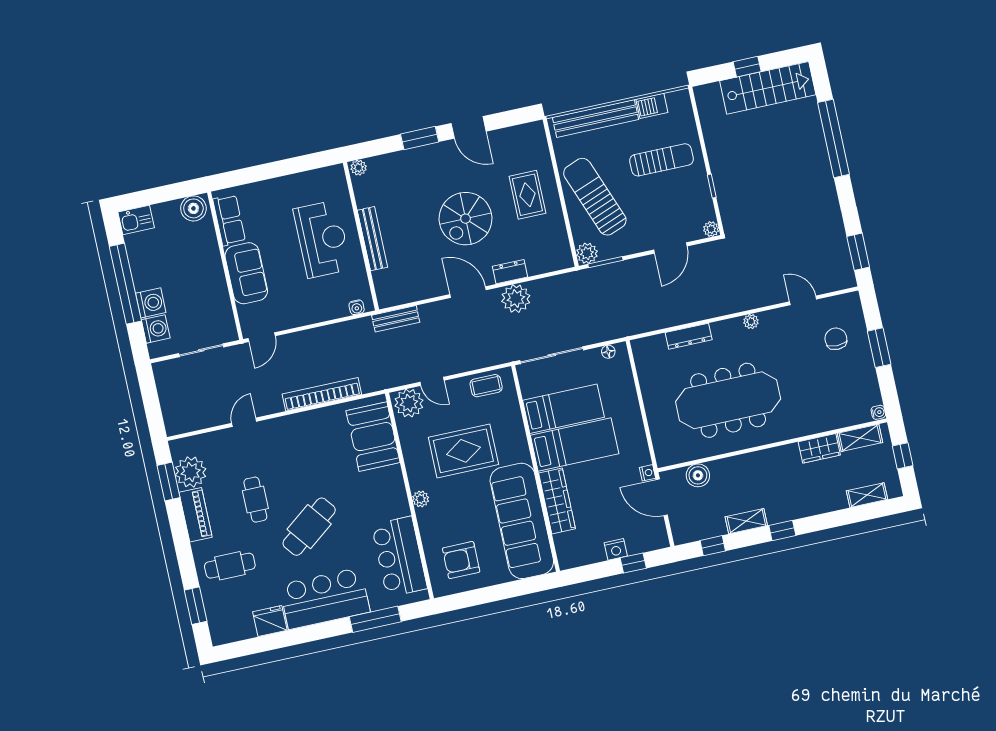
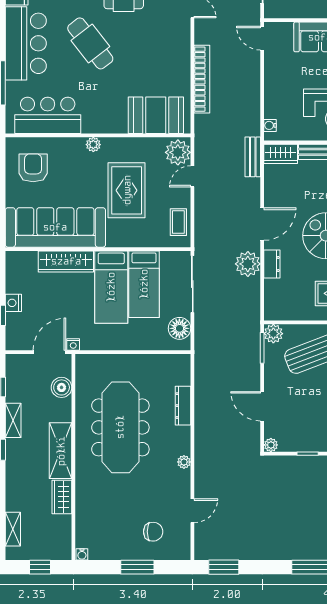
wardrobe: (386, 289) -> (281, 154), added
floor lamp: (608, 352) -> (179, 328), width x1.89, depth x1.89
shelving: (860, 438) -> (61, 451), moved, width x1.50, depth x1.33

